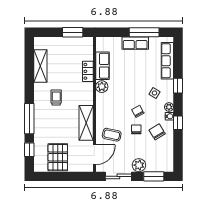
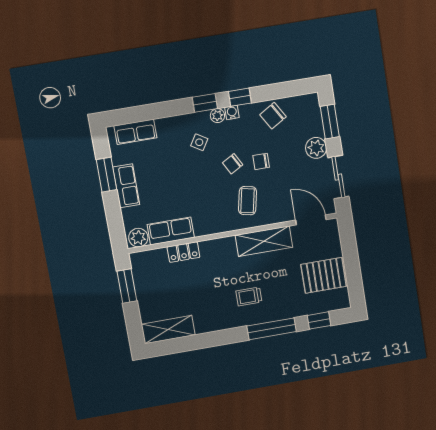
window: (144, 32) -> (107, 175), width x0.69
row of seats: (167, 61) -> (135, 132), width x0.68
shelving: (40, 66) -> (168, 330), moved
window: (178, 86) -> (205, 103), moved
plant: (102, 87) -> (138, 238), moved
trolley: (56, 98) -> (249, 296), moved
chair: (157, 132) -> (273, 116), moved
coffee table: (112, 135) -> (248, 201), moved

